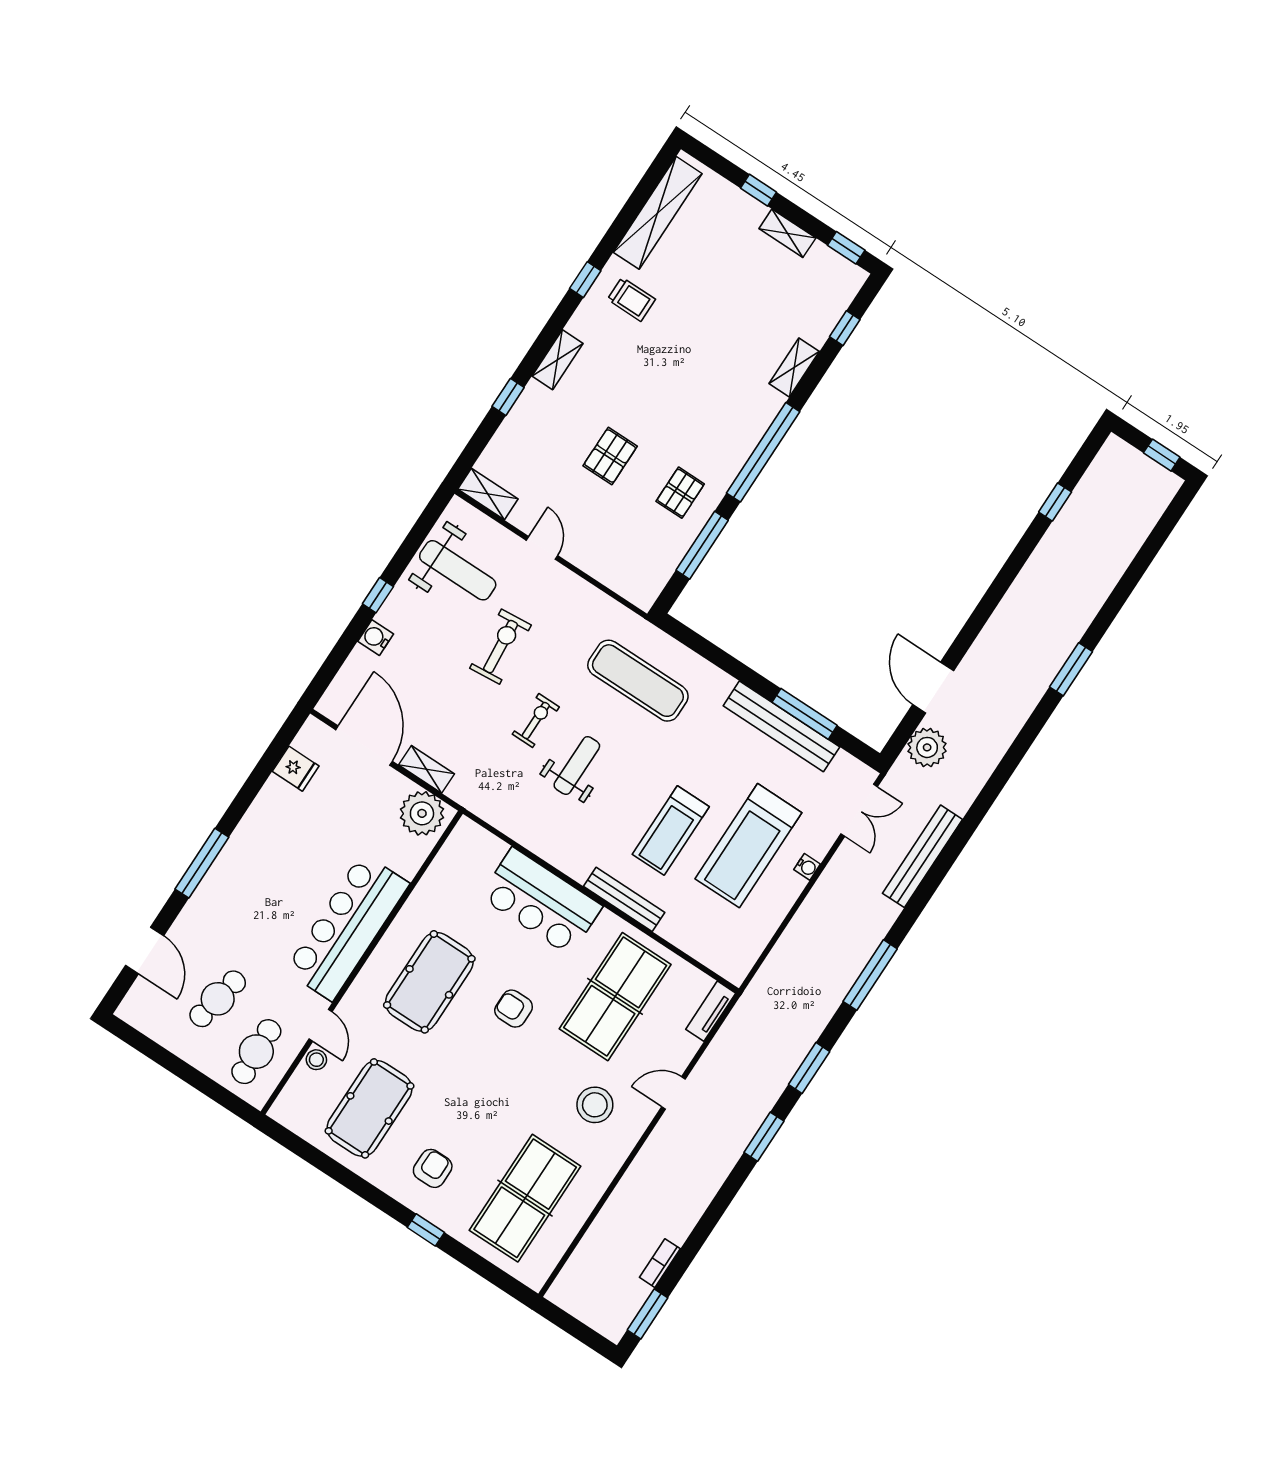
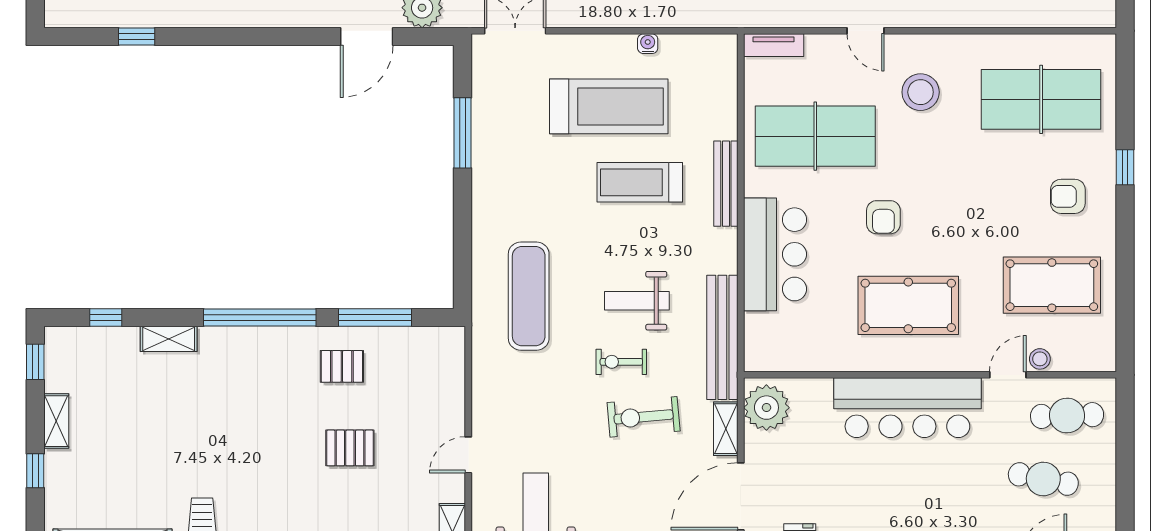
exercise bike: (501, 647) -> (644, 417), moved
bench: (781, 726) -> (722, 337), moved
treadmill: (671, 831) -> (640, 182), turned 180
water cooler: (807, 867) -> (648, 44), moved

